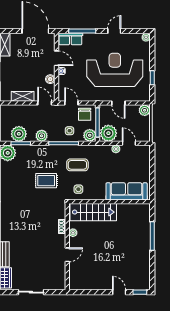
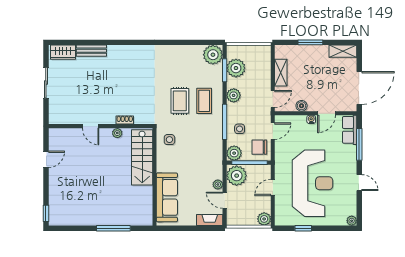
door: (129, 143) -> (225, 200), swing flipped
fireplace: (145, 156) -> (210, 220), added
coffee table: (77, 165) -> (204, 101), moved
door: (119, 292) -> (46, 159), moved

